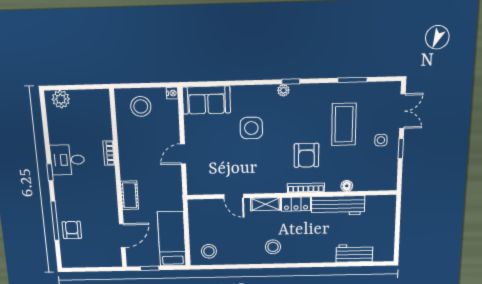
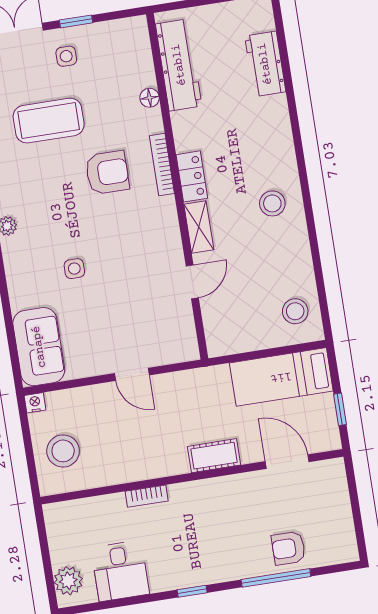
side table: (251, 128) -> (74, 269), width x0.54, depth x0.54
desk: (67, 160) -> (120, 571), moved
workbench: (338, 206) -> (179, 65), moved

